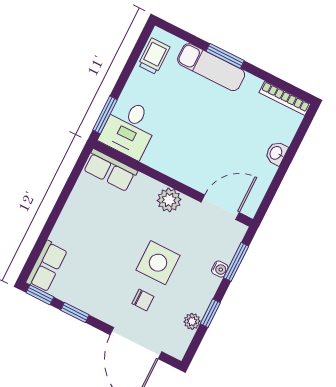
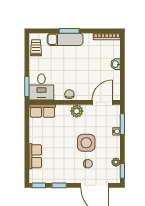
chair: (171, 165) -> (69, 94), added
row of seats: (47, 266) -> (35, 156), moved
window: (210, 313) -> (122, 171), moved

